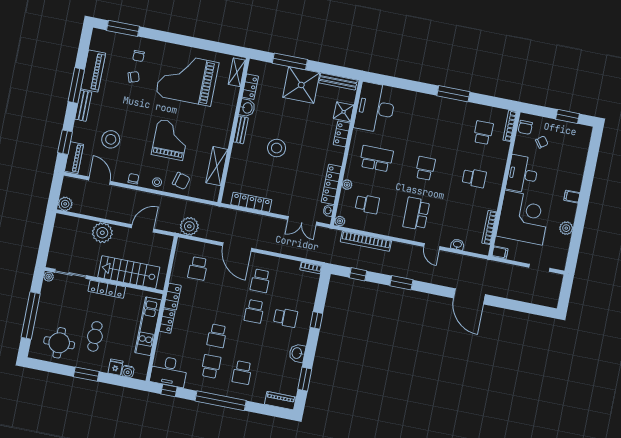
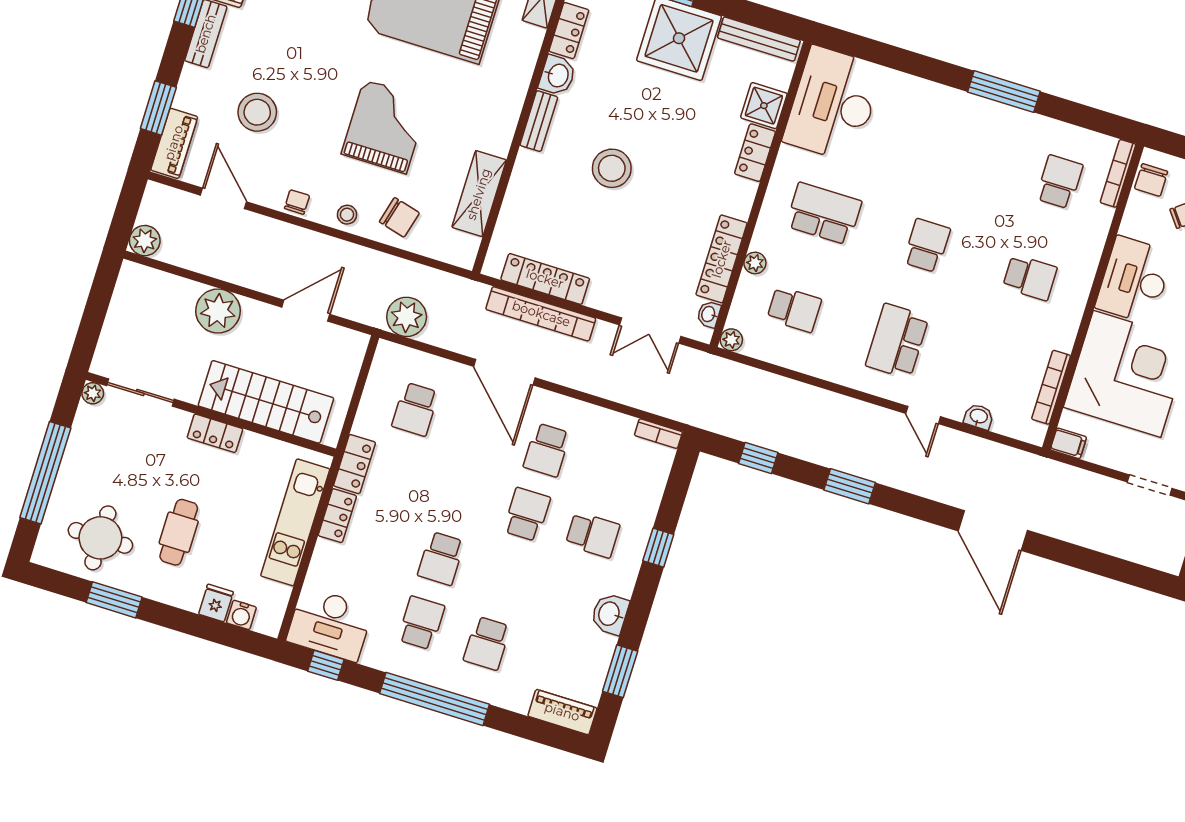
bookcase: (366, 241) -> (541, 314), moved
locker: (107, 289) -> (215, 433), width x0.66
school desk: (254, 311) -> (527, 514), turned 180
window: (86, 374) -> (114, 600), moved

